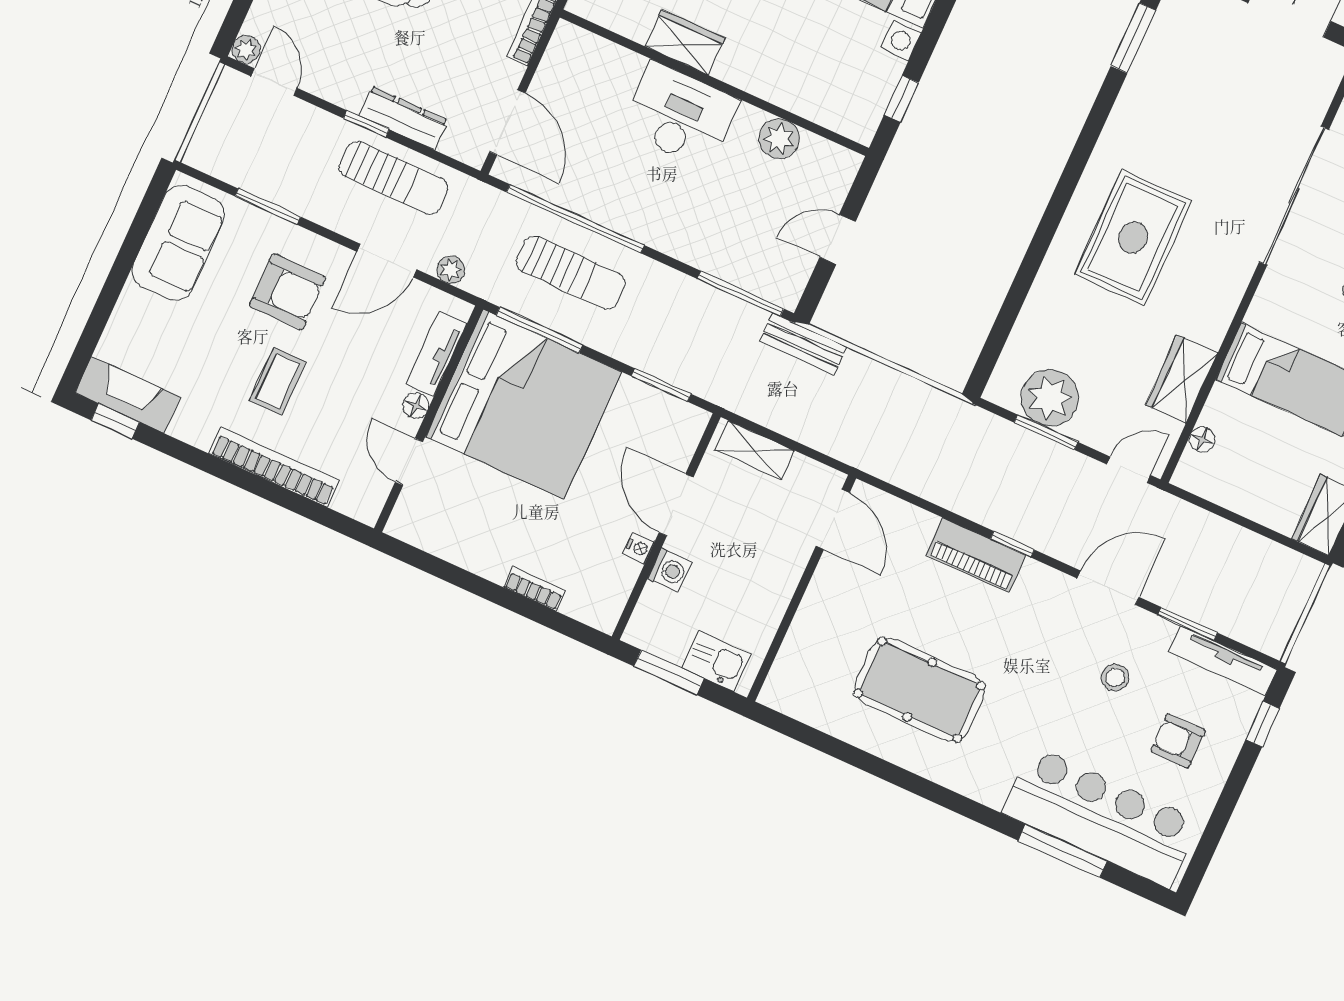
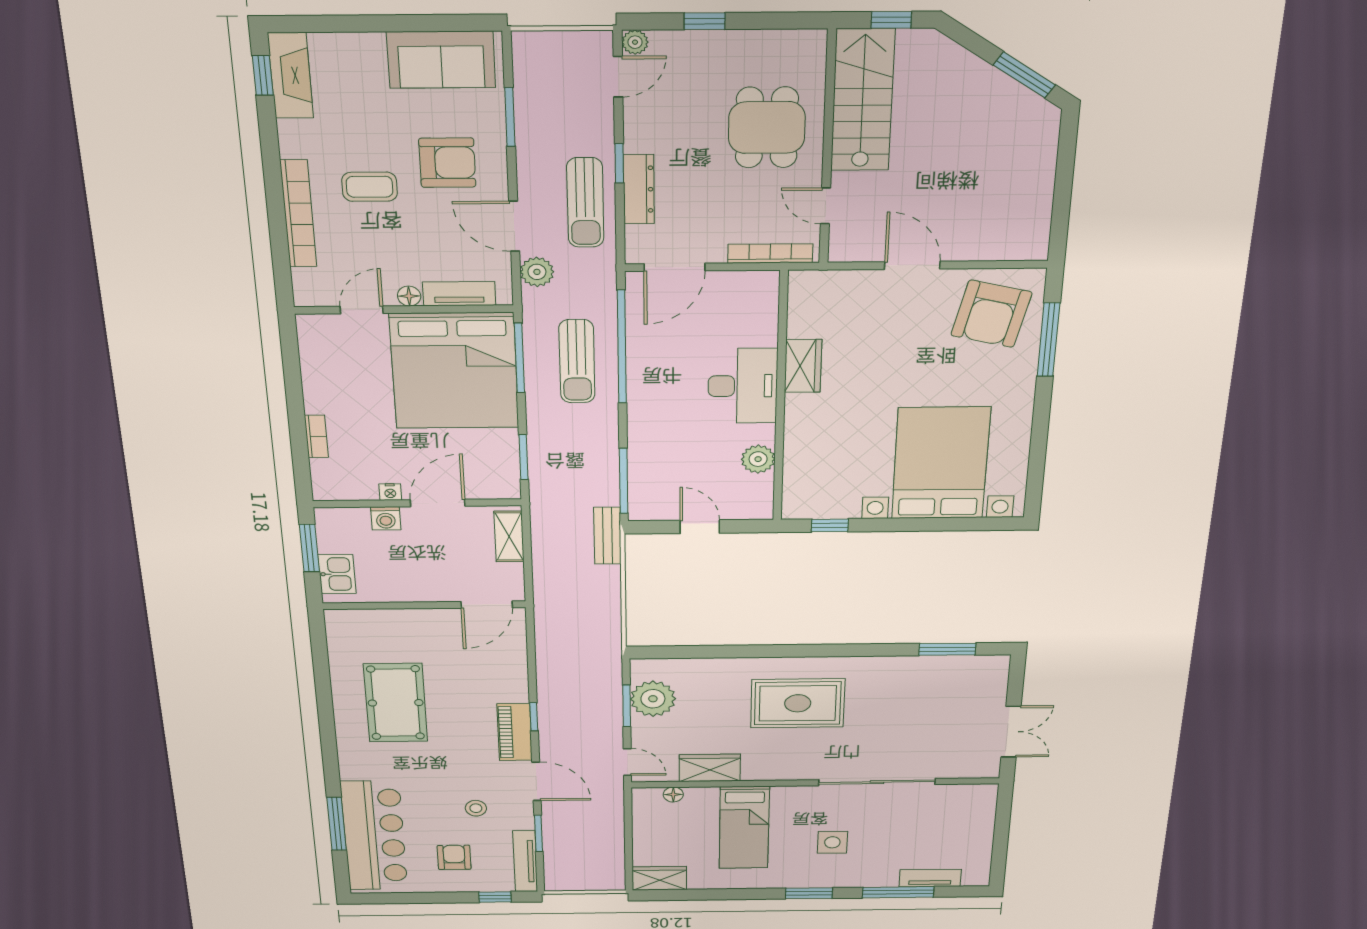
plant: (451, 270) -> (537, 272), width x1.38, depth x1.38
armchair: (288, 292) -> (447, 163), turned -90
piano: (976, 555) -> (515, 732), moved

